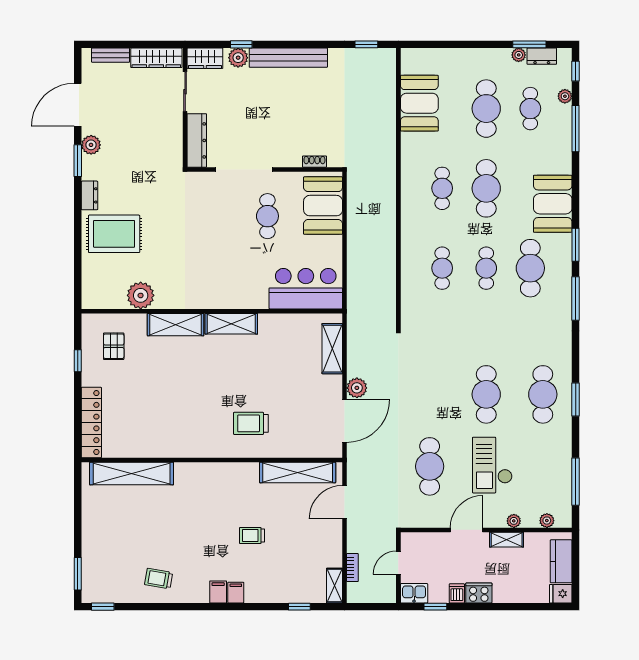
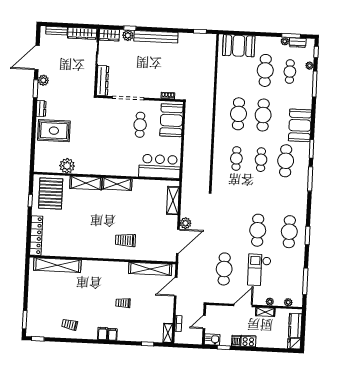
booth: (419, 103) -> (239, 46), moved, turned 90
cafe table: (442, 188) -> (238, 114), width x1.37, depth x1.35
pallet: (114, 346) -> (51, 193), width x2.05, depth x2.00

